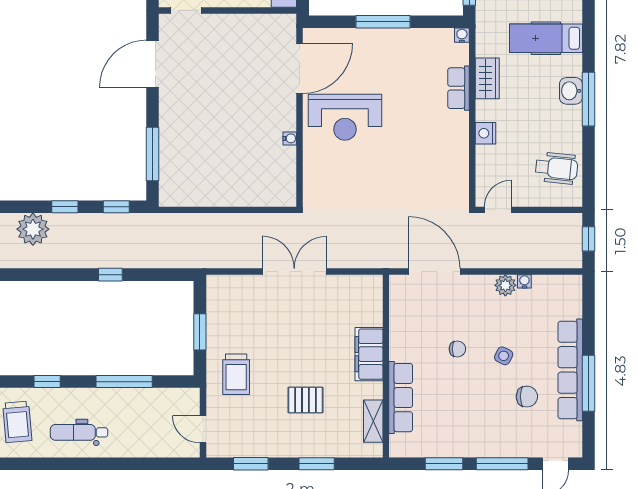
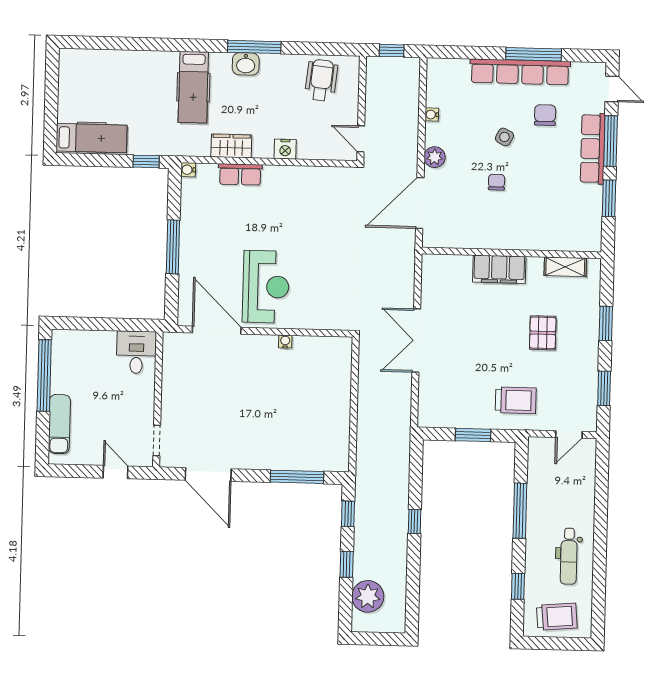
plant: (505, 285) -> (435, 157), moved
row of seats: (401, 398) -> (593, 149), moved, turned -90

